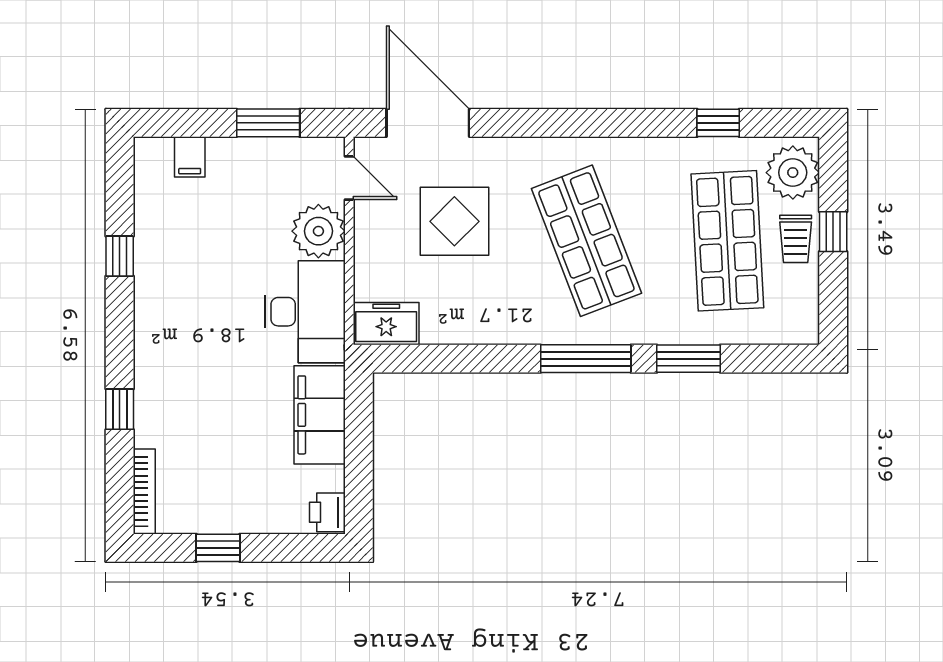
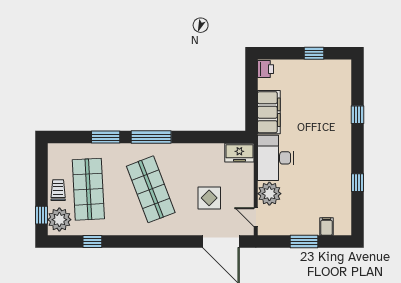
window: (268, 123) -> (304, 242), moved
display table: (454, 221) -> (209, 198), width x0.73, depth x0.73
window: (833, 232) -> (41, 215), moved
bookcase: (144, 491) -> (347, 78), removed

